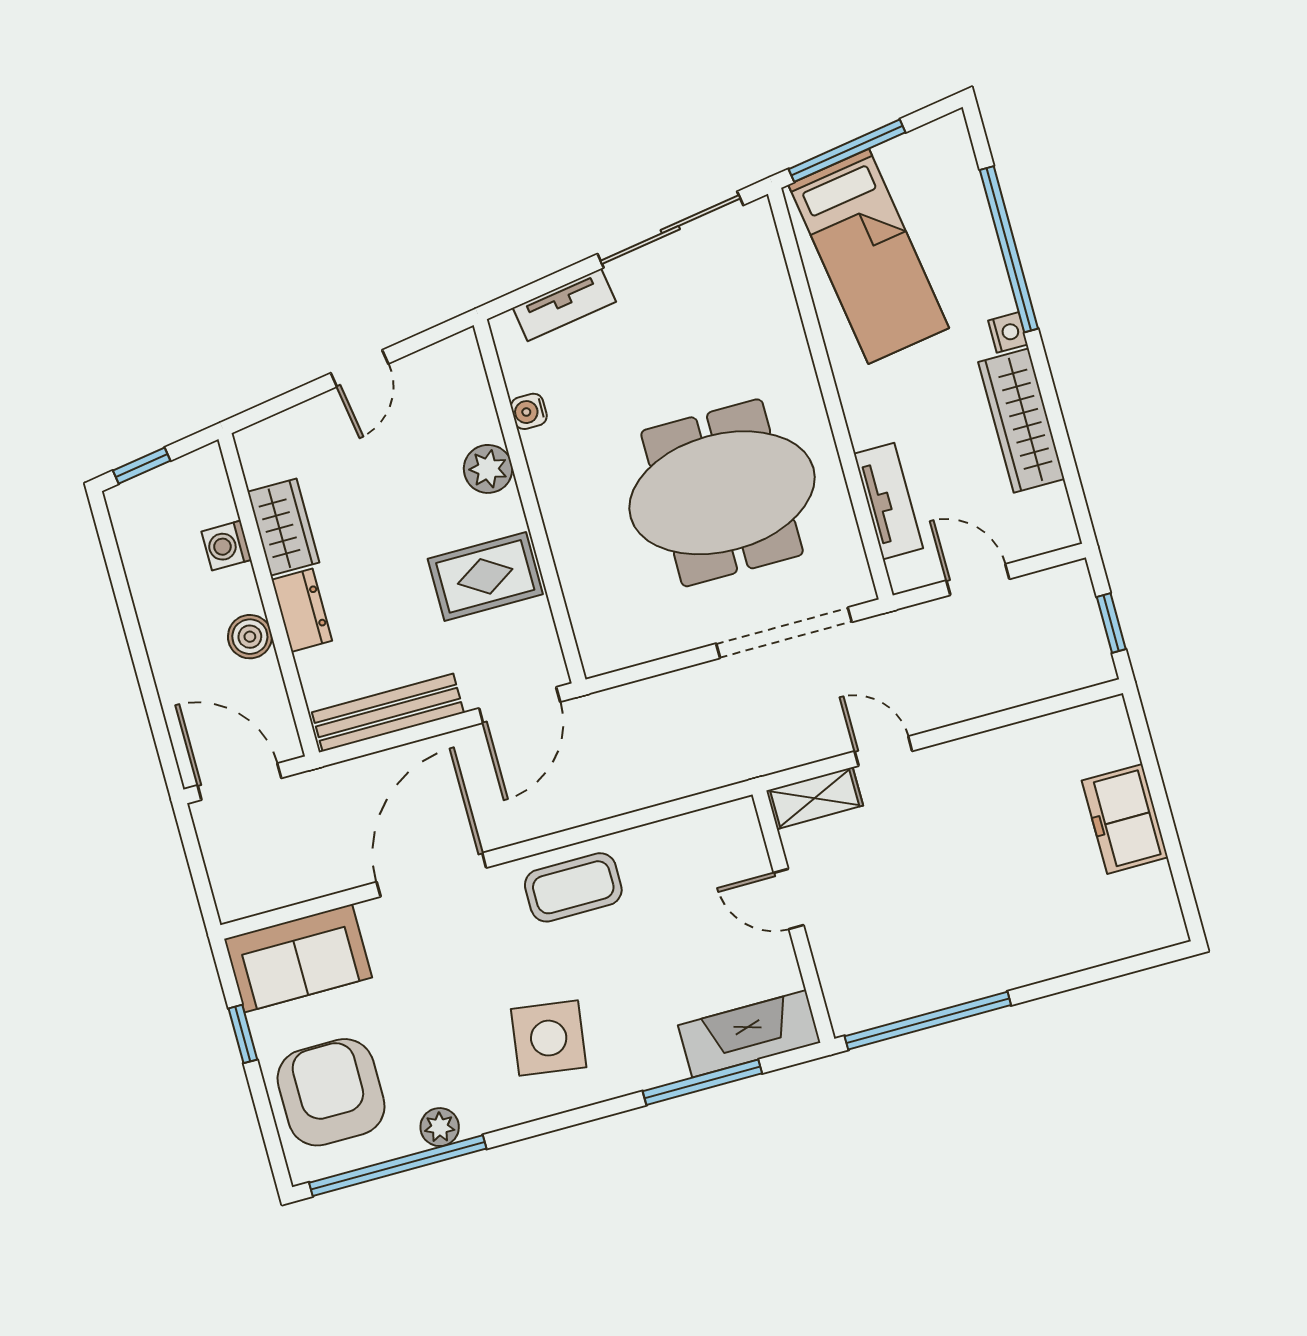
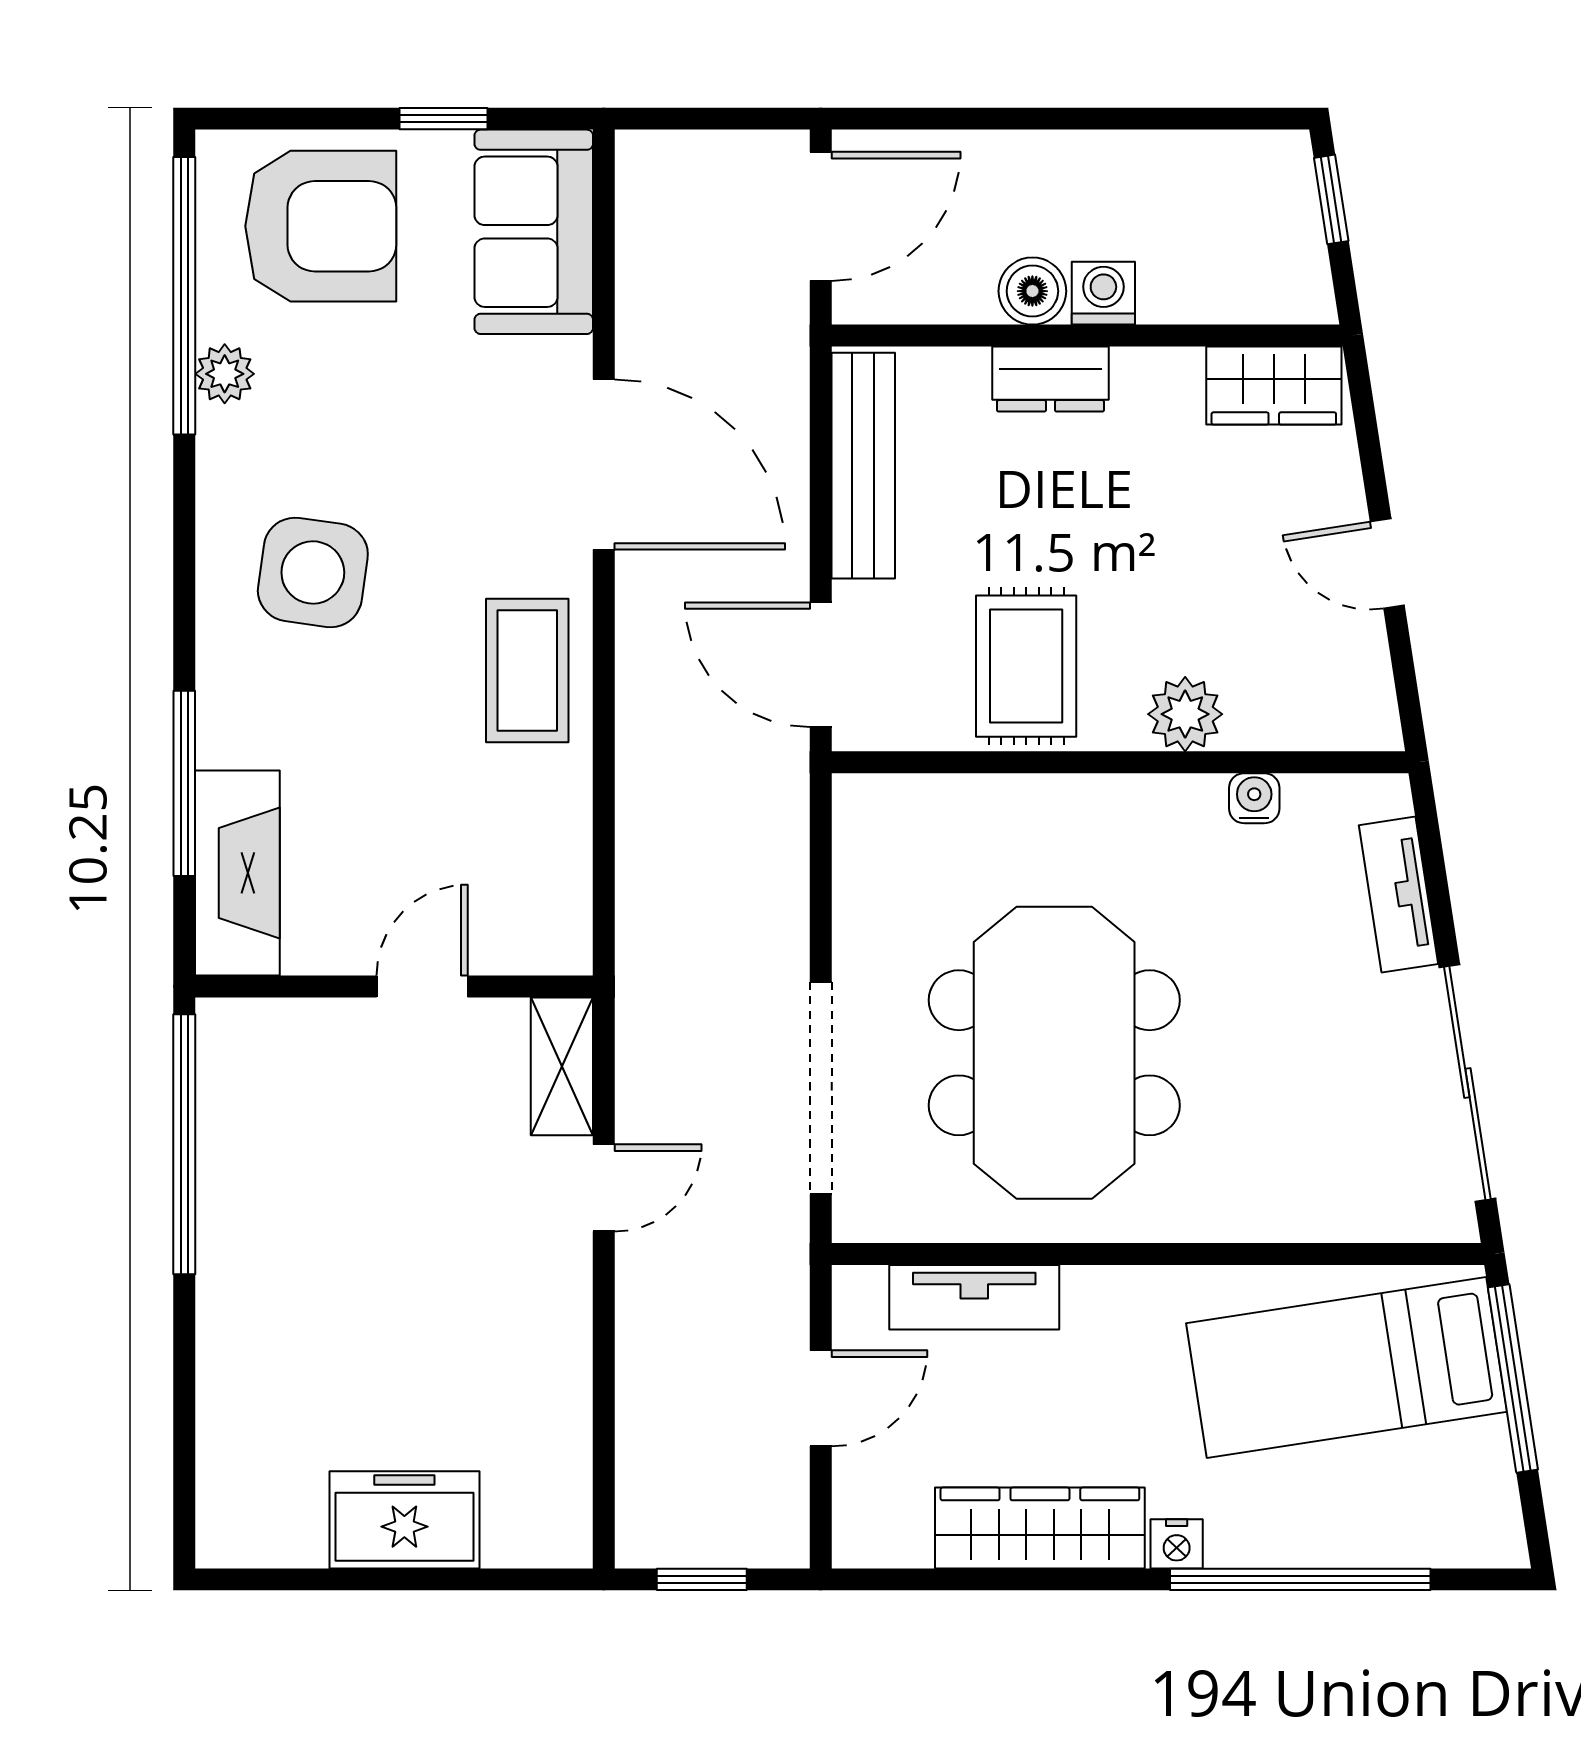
wardrobe: (283, 527) -> (1274, 386), moved
washing machine: (226, 546) -> (1103, 293), moved

